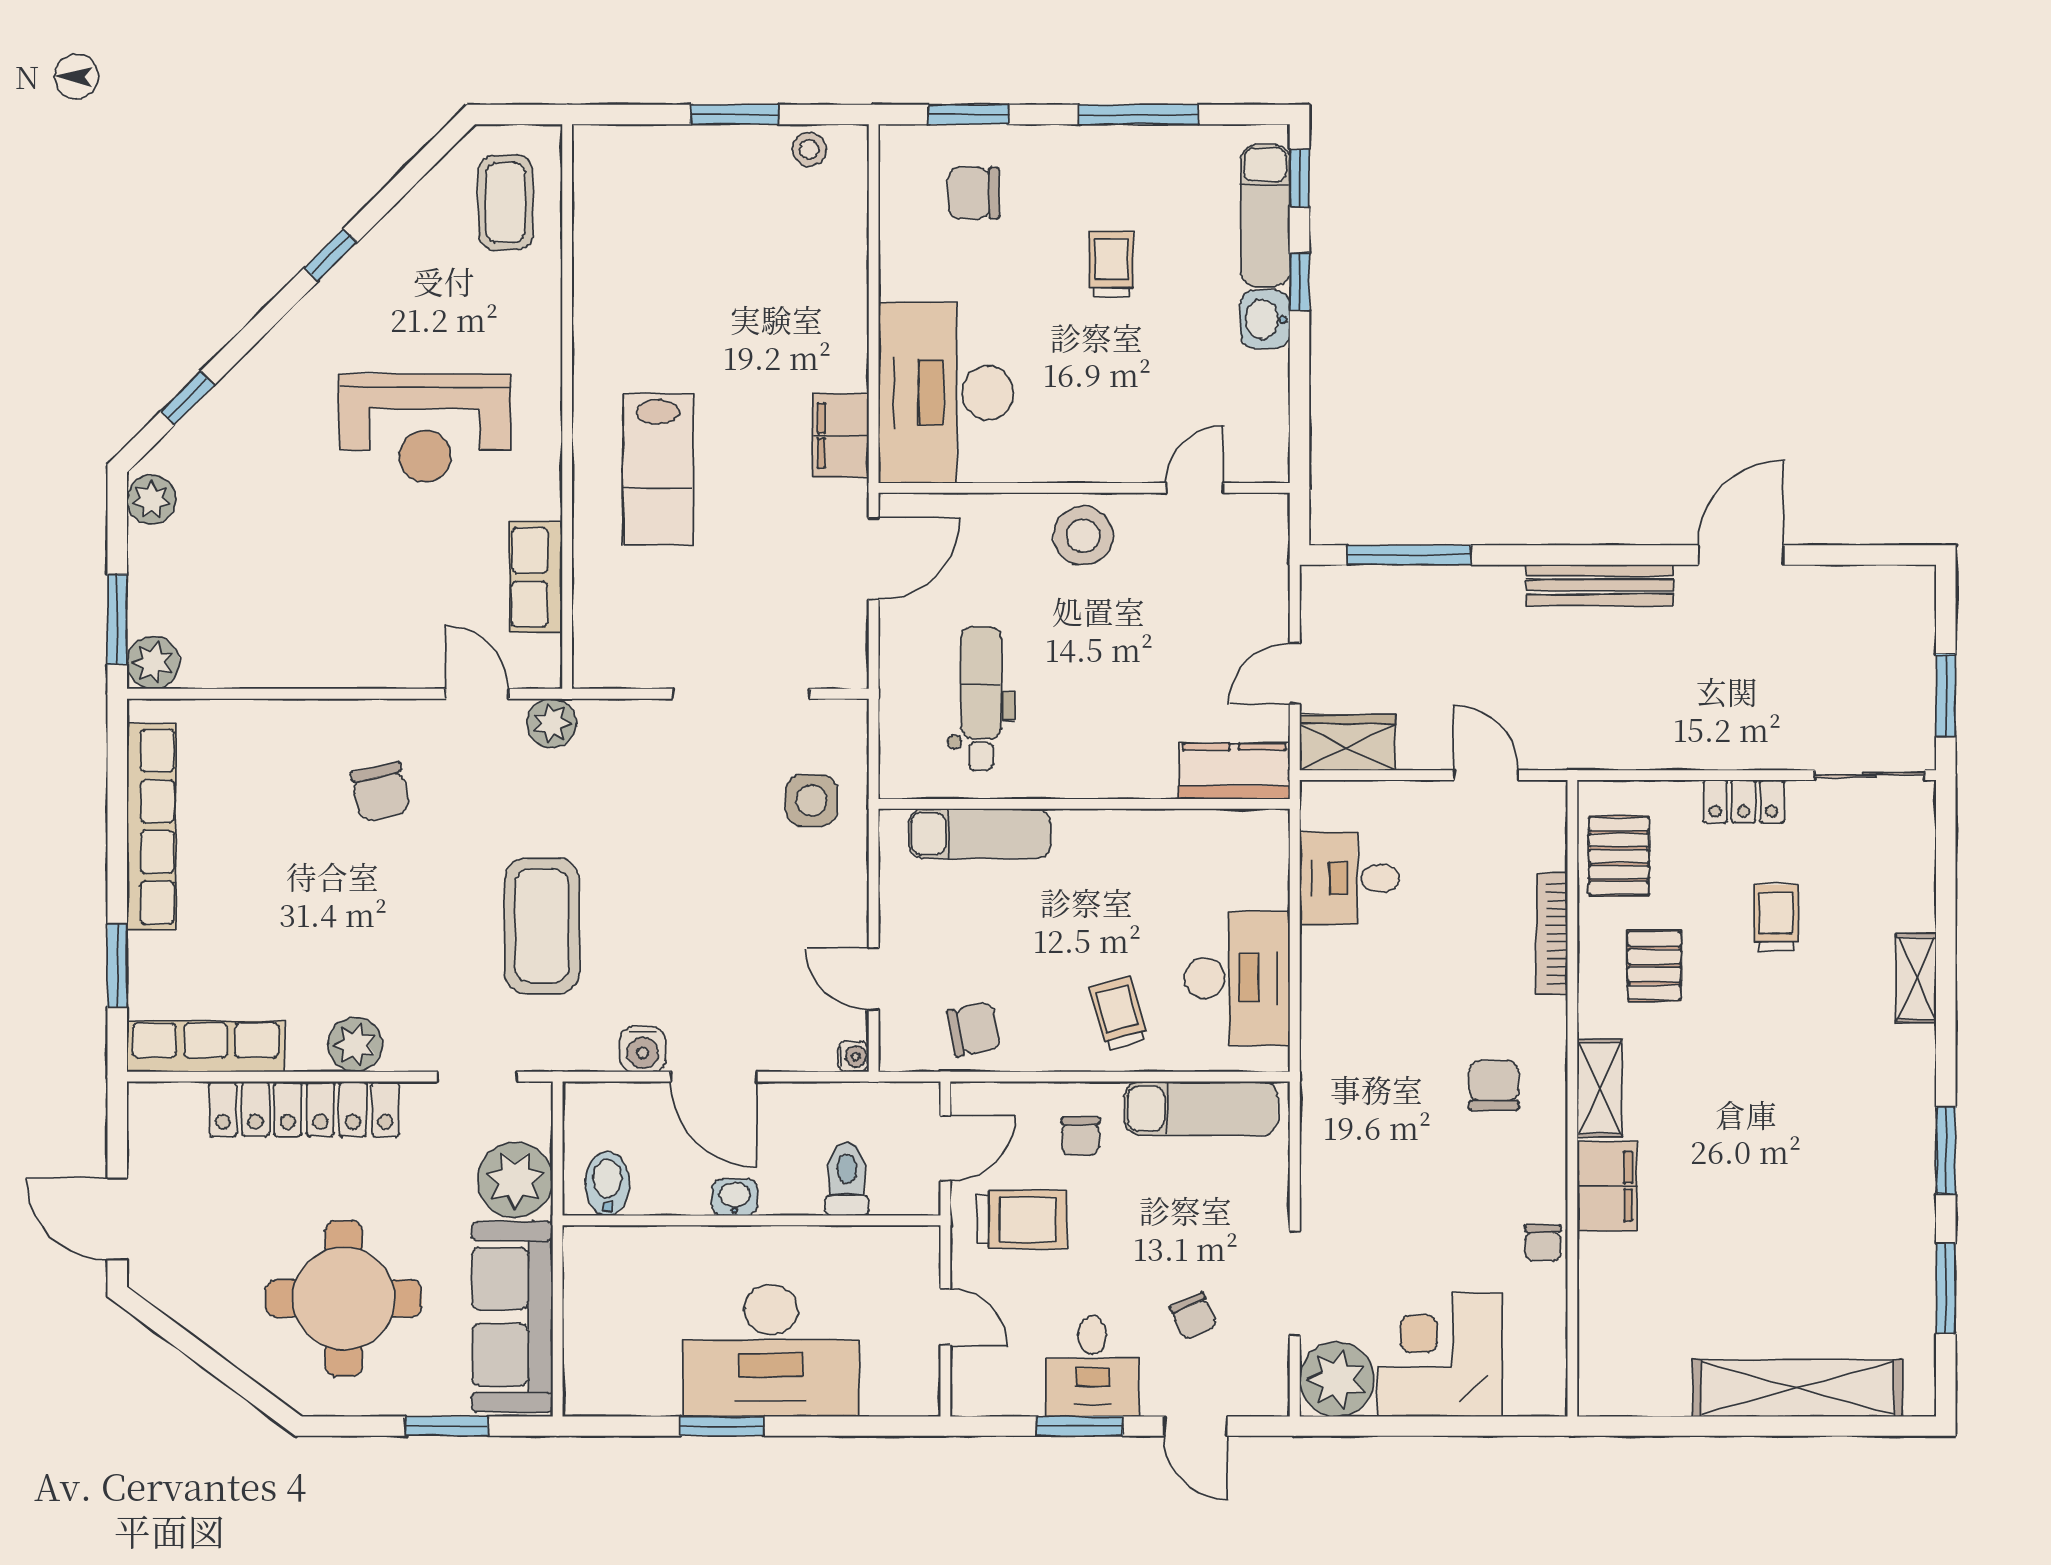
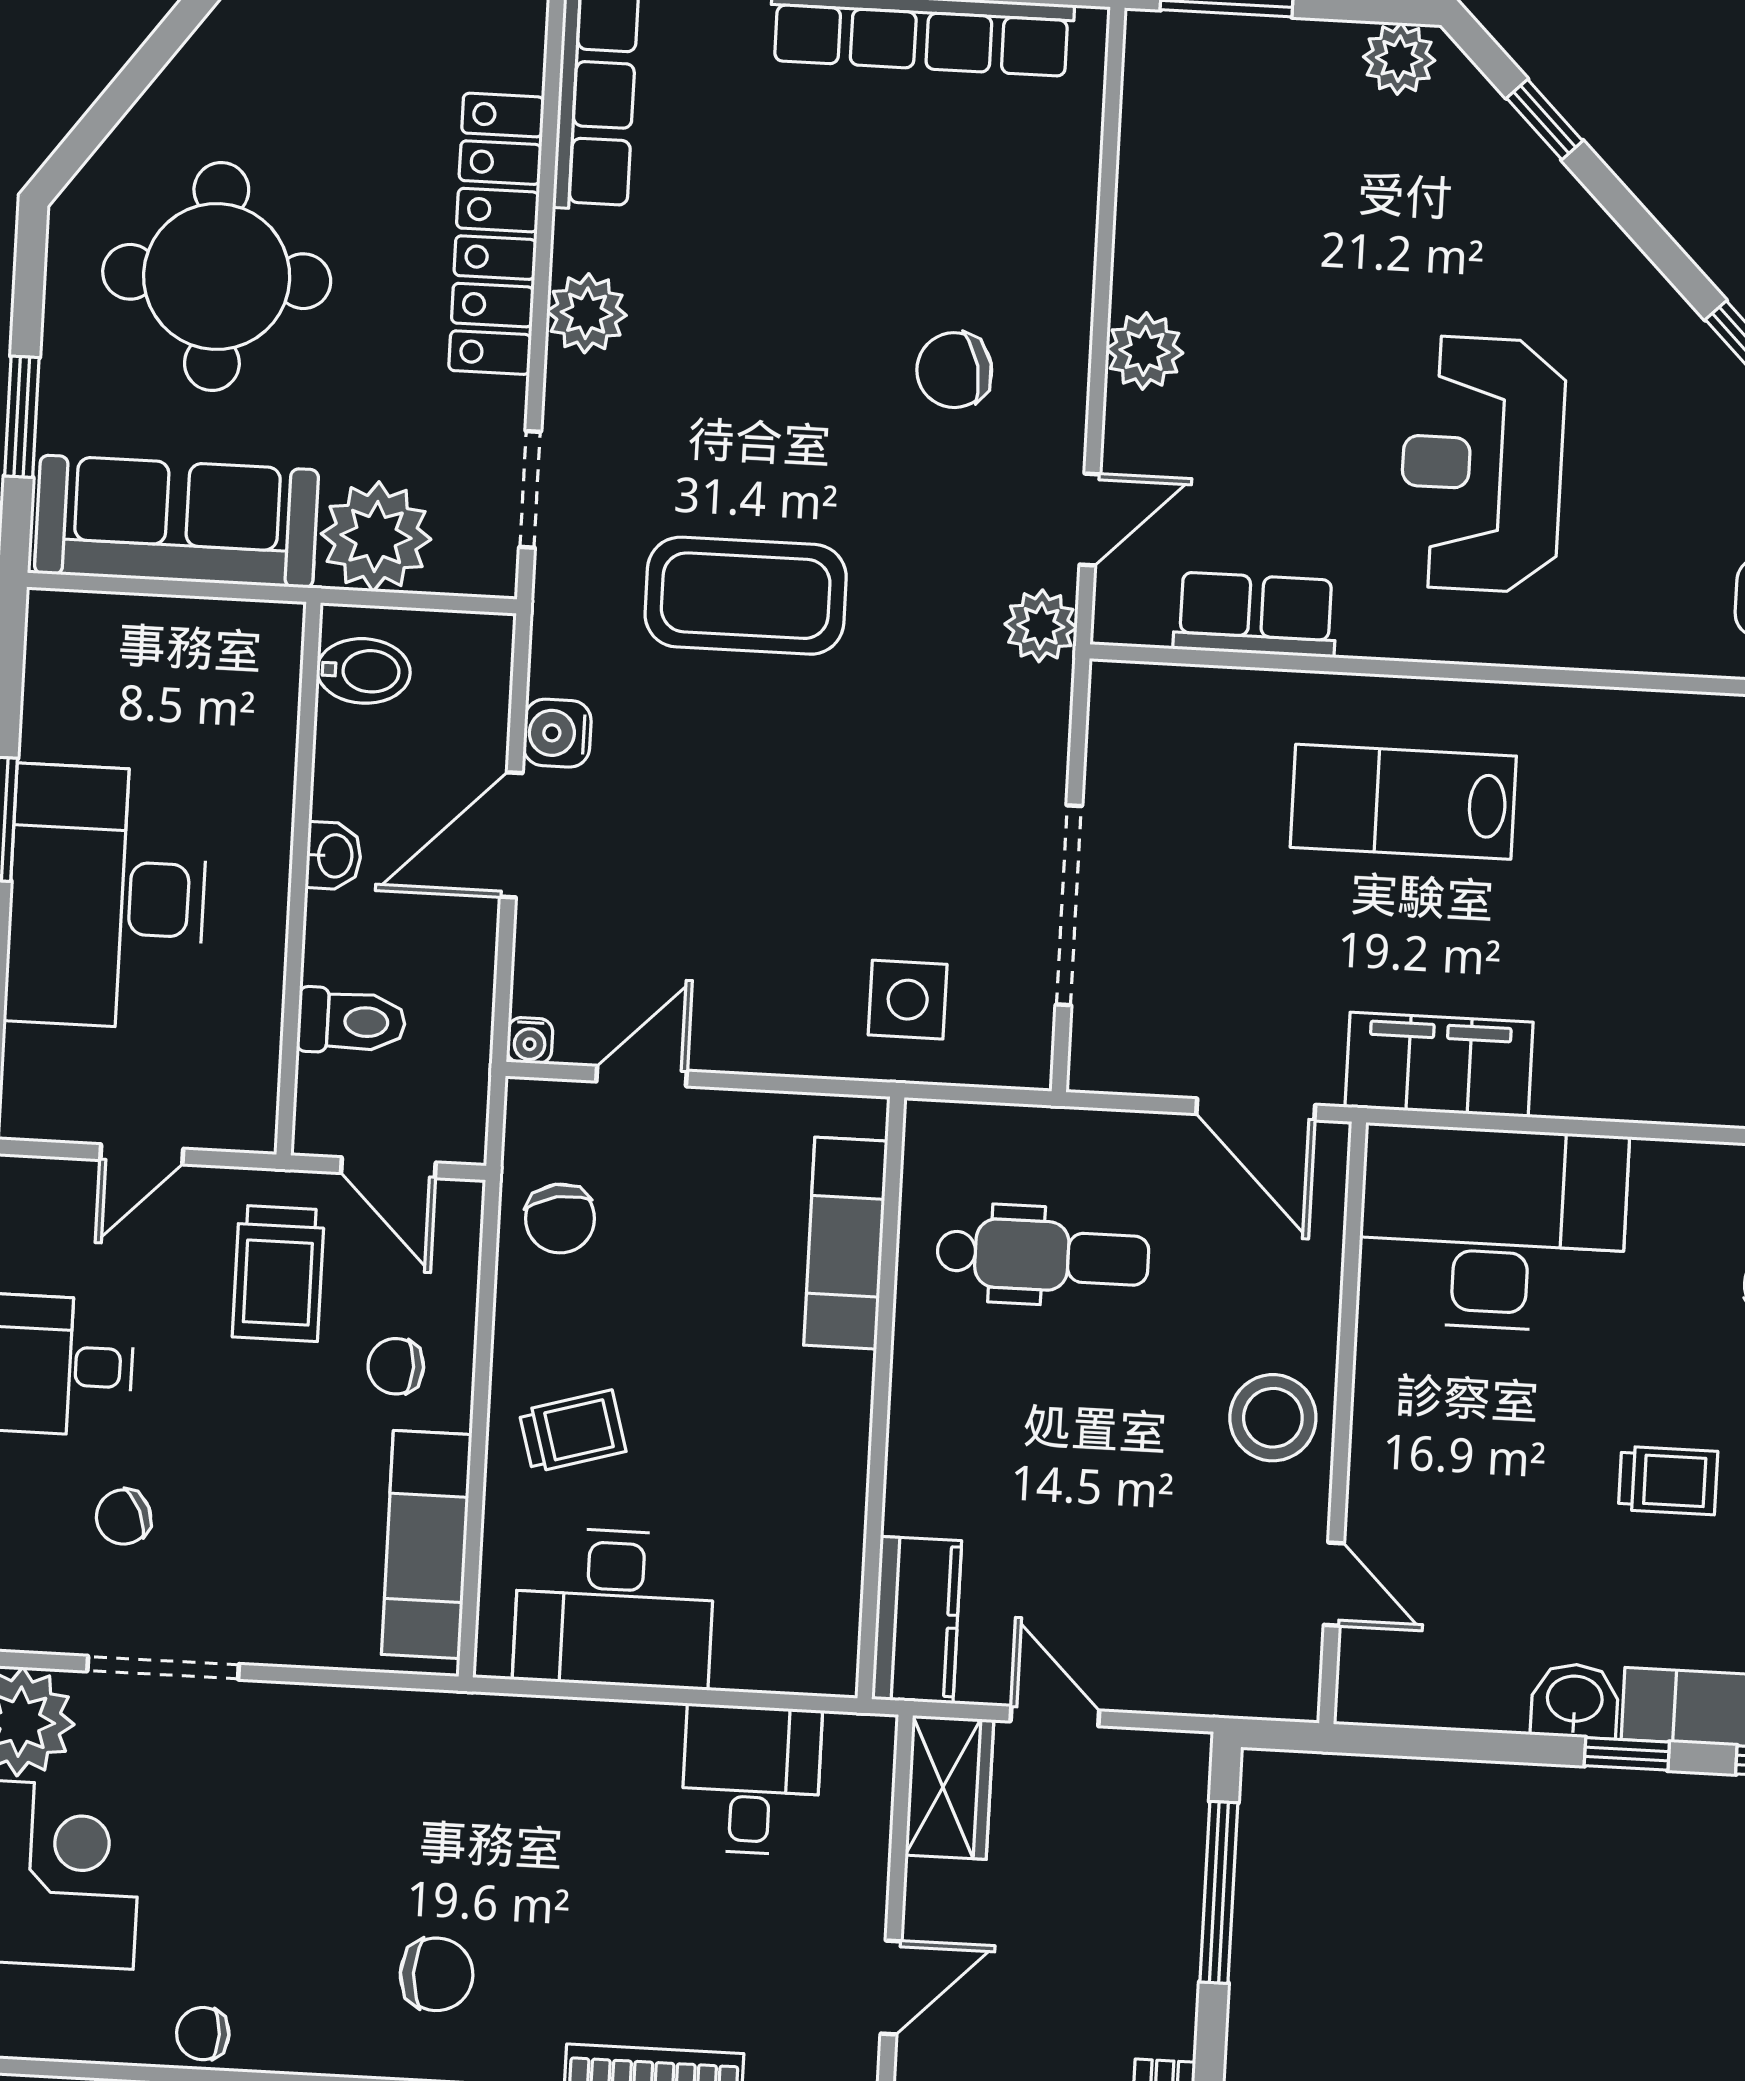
filing cabinet: (841, 435) -> (1439, 1065), width x1.50, depth x1.17
plant: (153, 663) -> (1145, 351), moved

